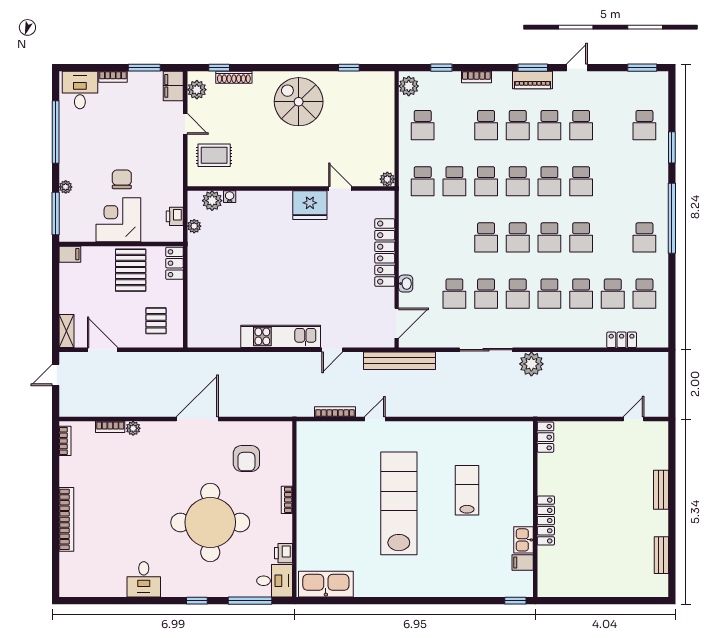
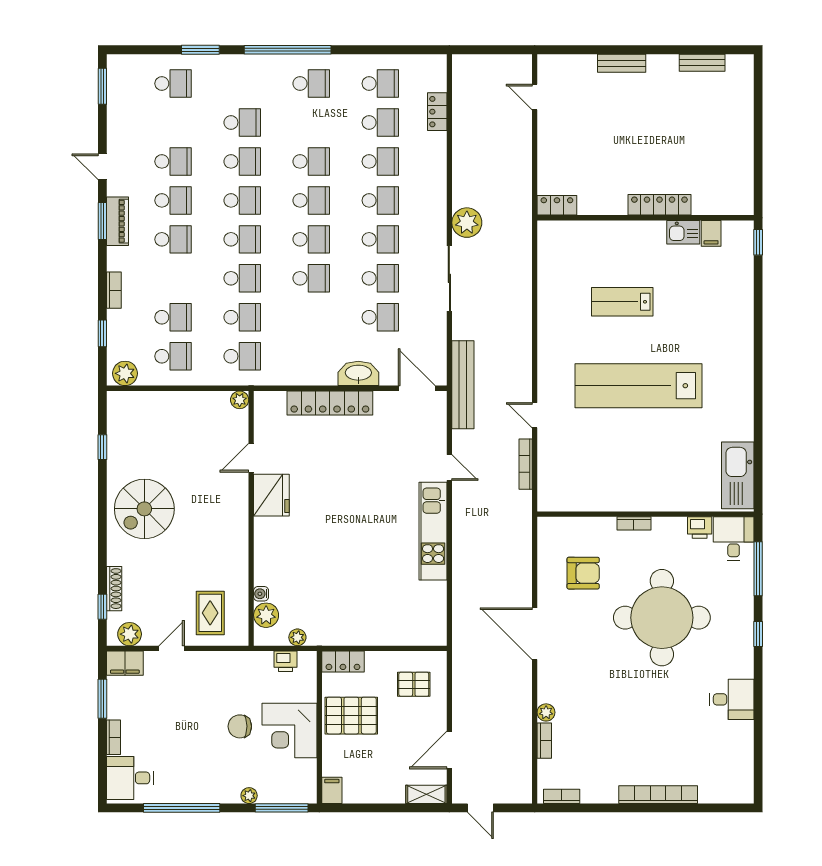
school desk: (486, 125) -> (173, 317), moved
school desk: (613, 181) -> (242, 122), added
washbasin: (406, 284) -> (358, 373), width x1.91, depth x1.45

